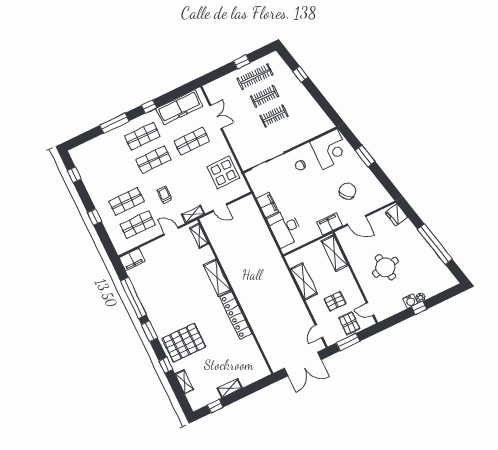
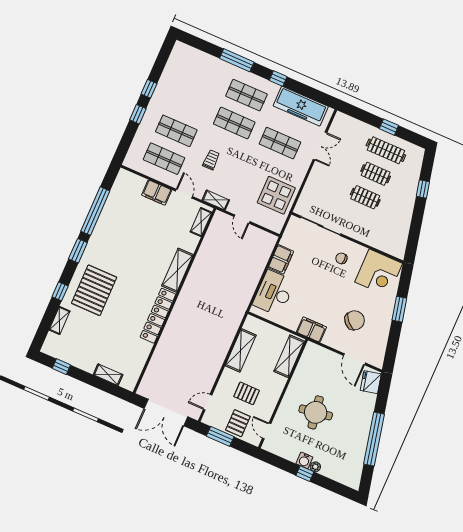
window: (74, 175) -> (149, 89), moved
door: (357, 220) -> (354, 359), moved
filing cabinet: (132, 259) -> (157, 193), moved
pallet: (184, 343) -> (94, 290), turned 90
shelving: (230, 388) -> (108, 375), moved

